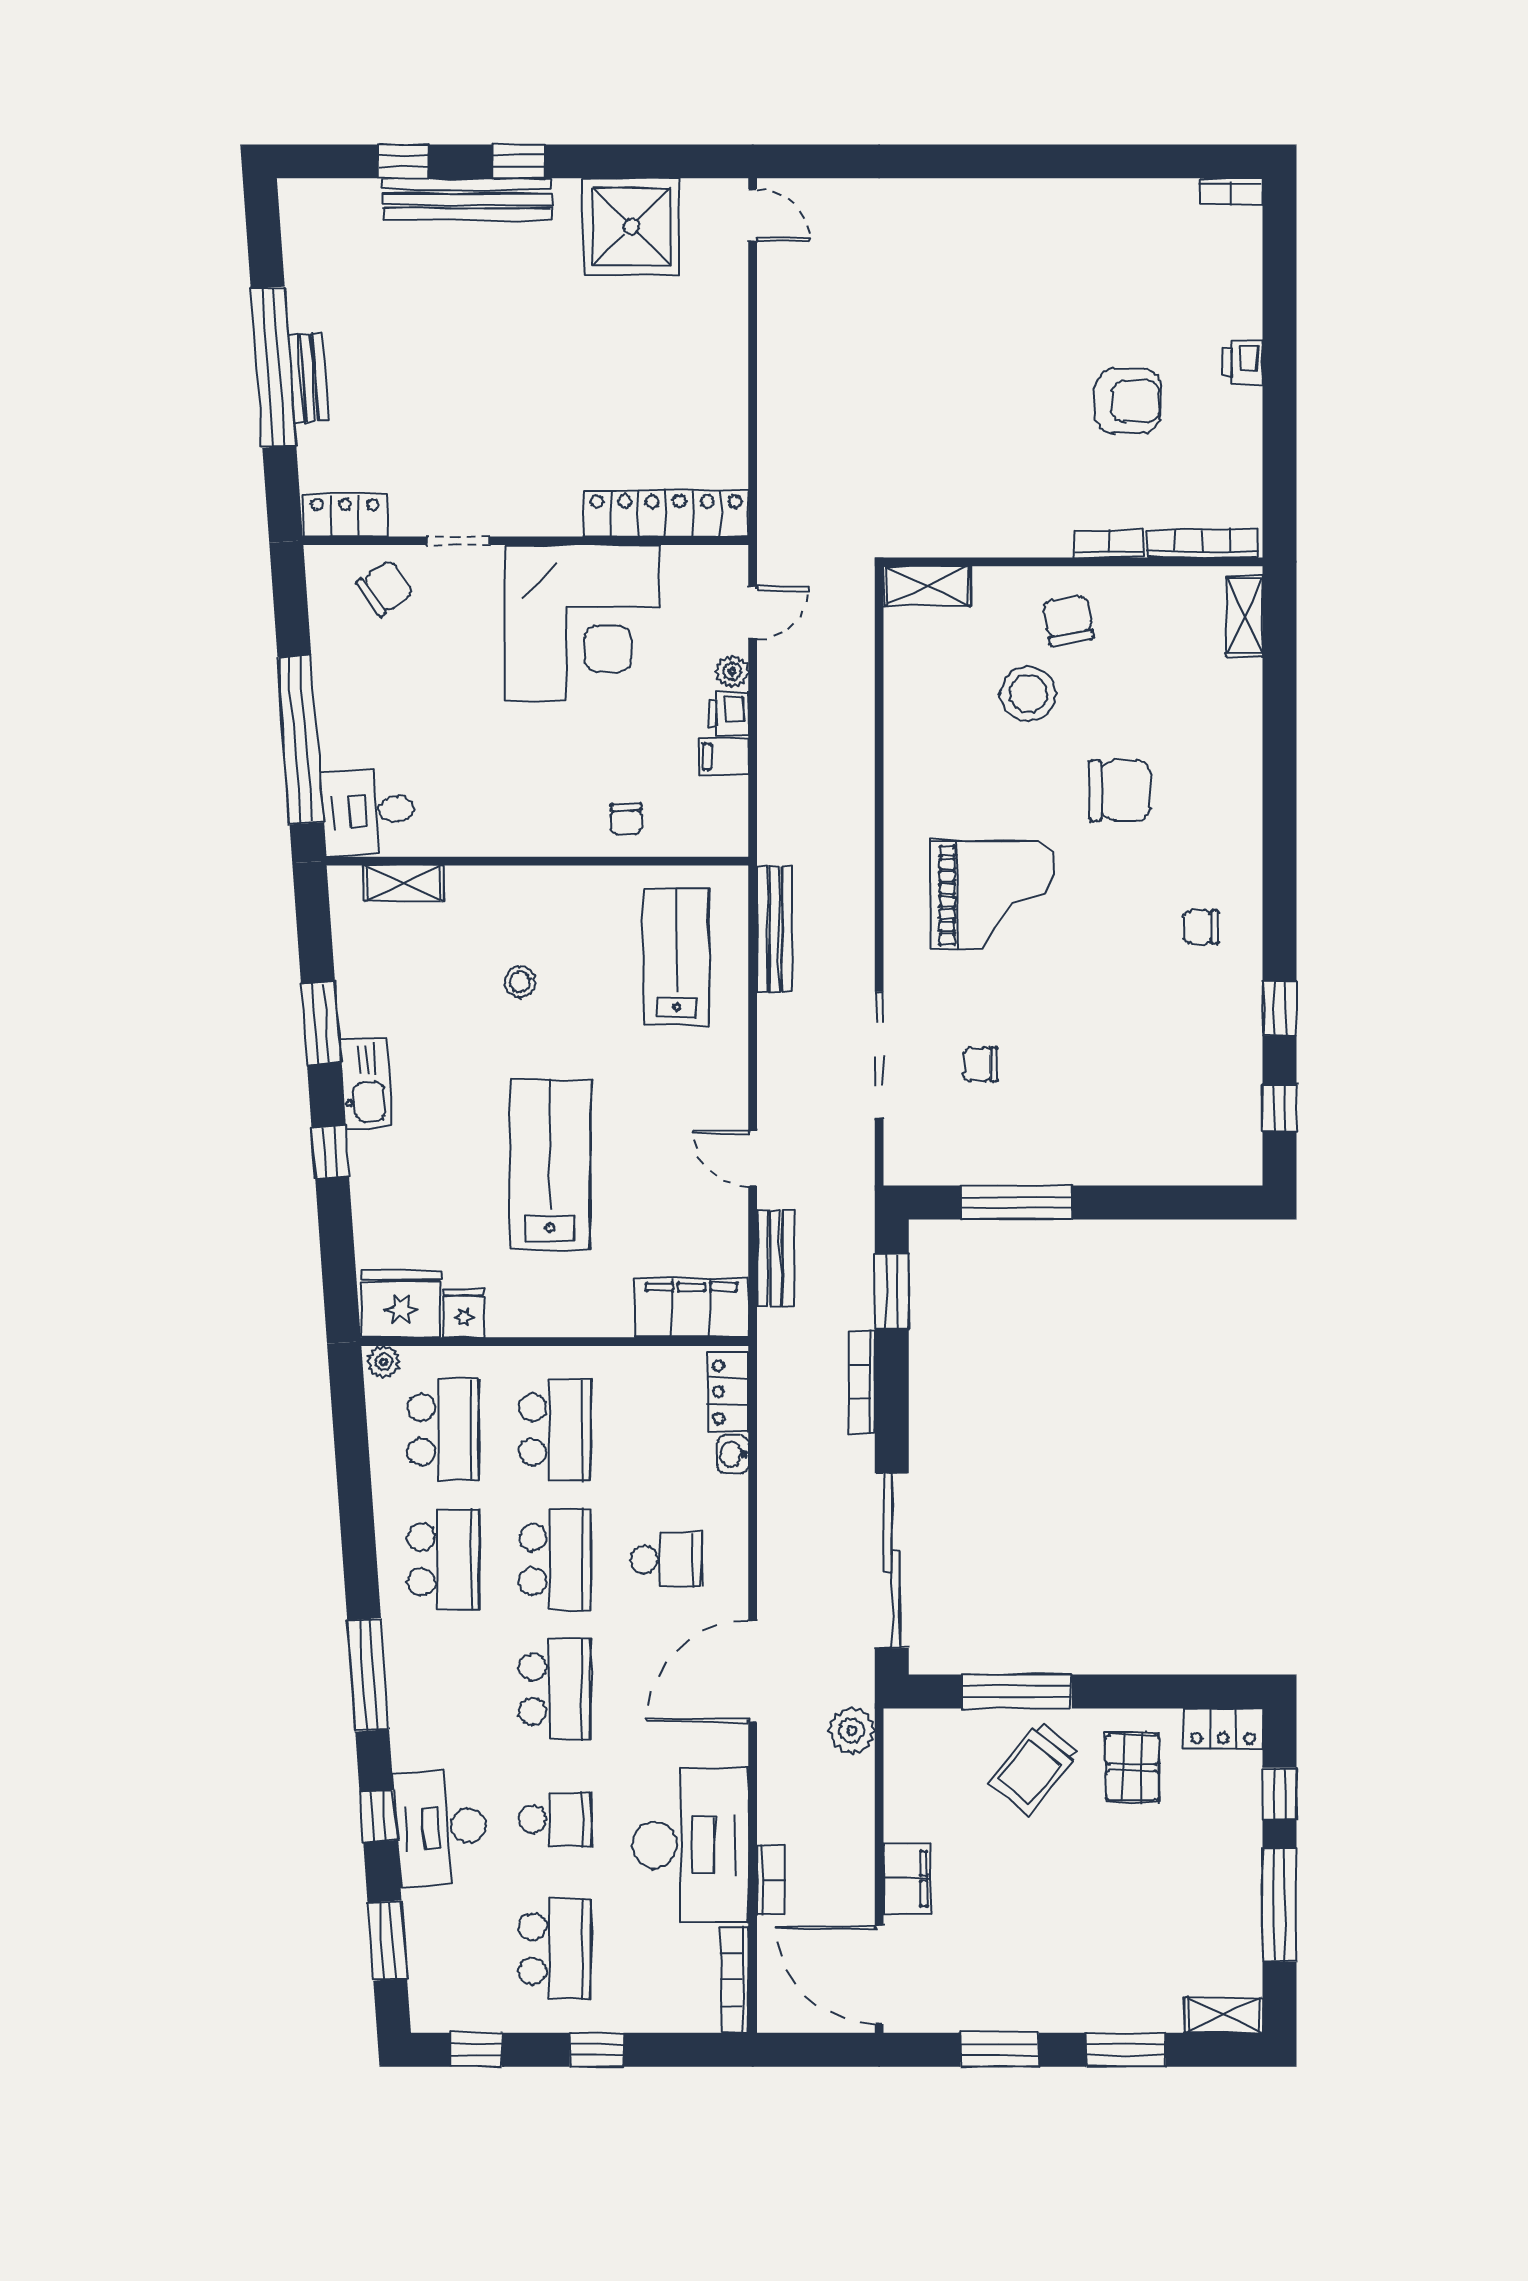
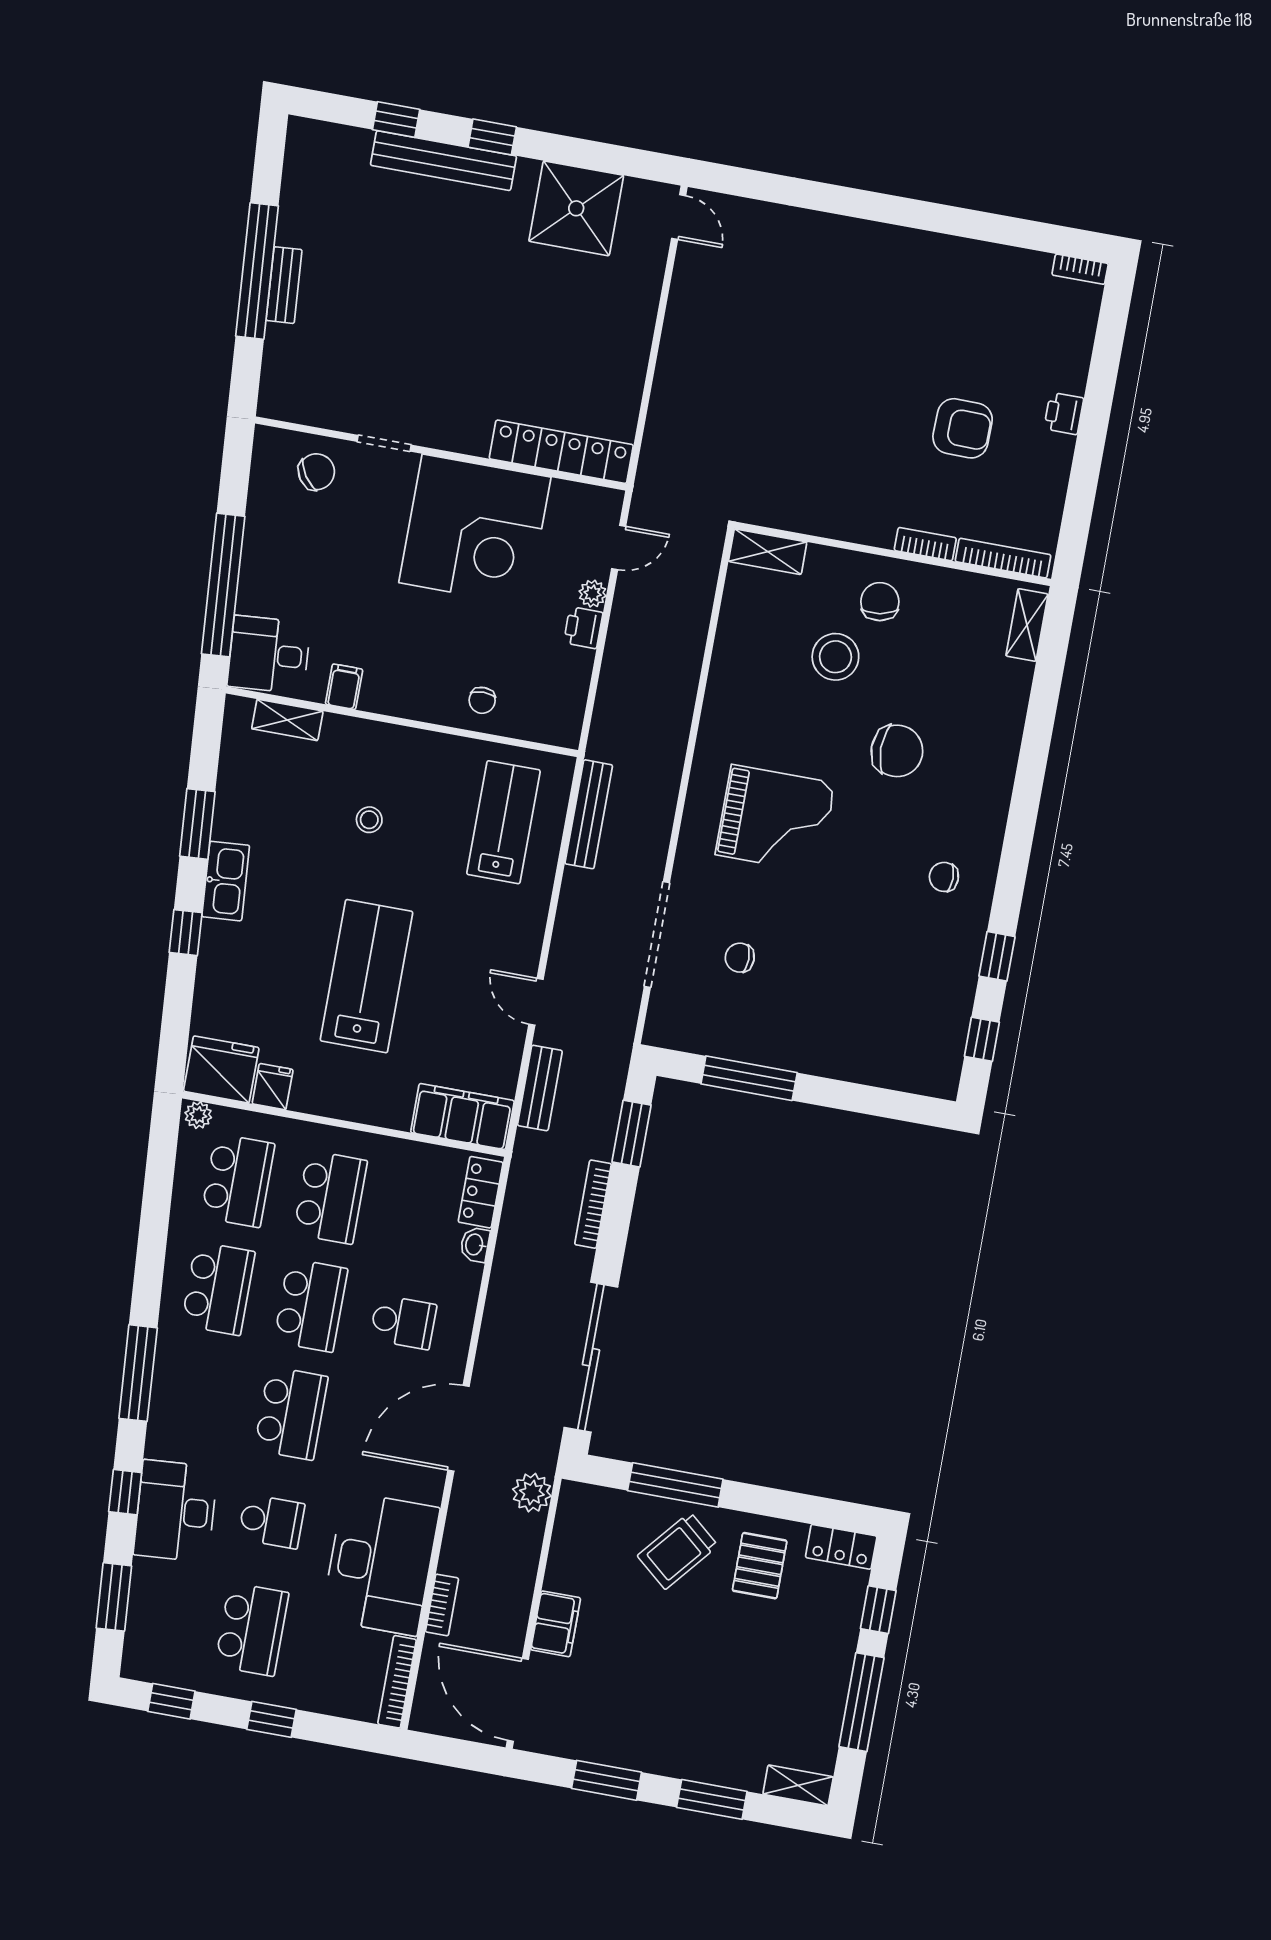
locker: (345, 515) -> (294, 405), removed
filing cabinet: (724, 757) -> (344, 687), moved, turned 90

